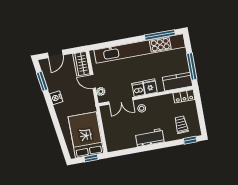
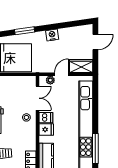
door: (55, 54) -> (95, 42), swing flipped
window: (42, 81) -> (25, 31), moved
double door: (121, 101) -> (38, 98), swing flipped

